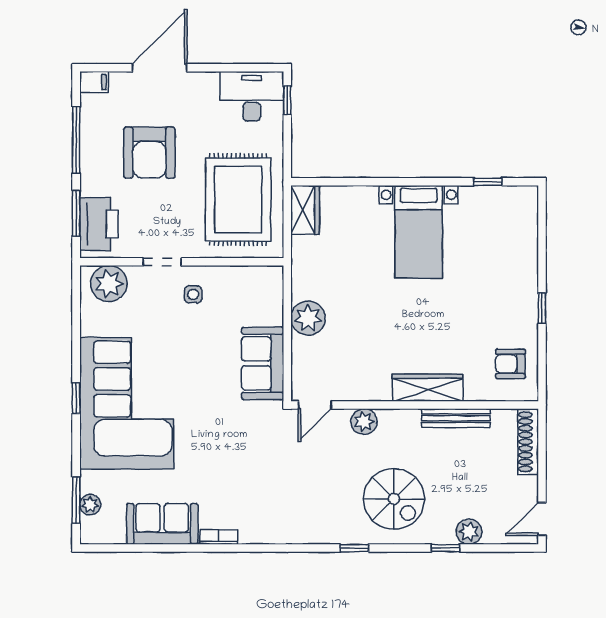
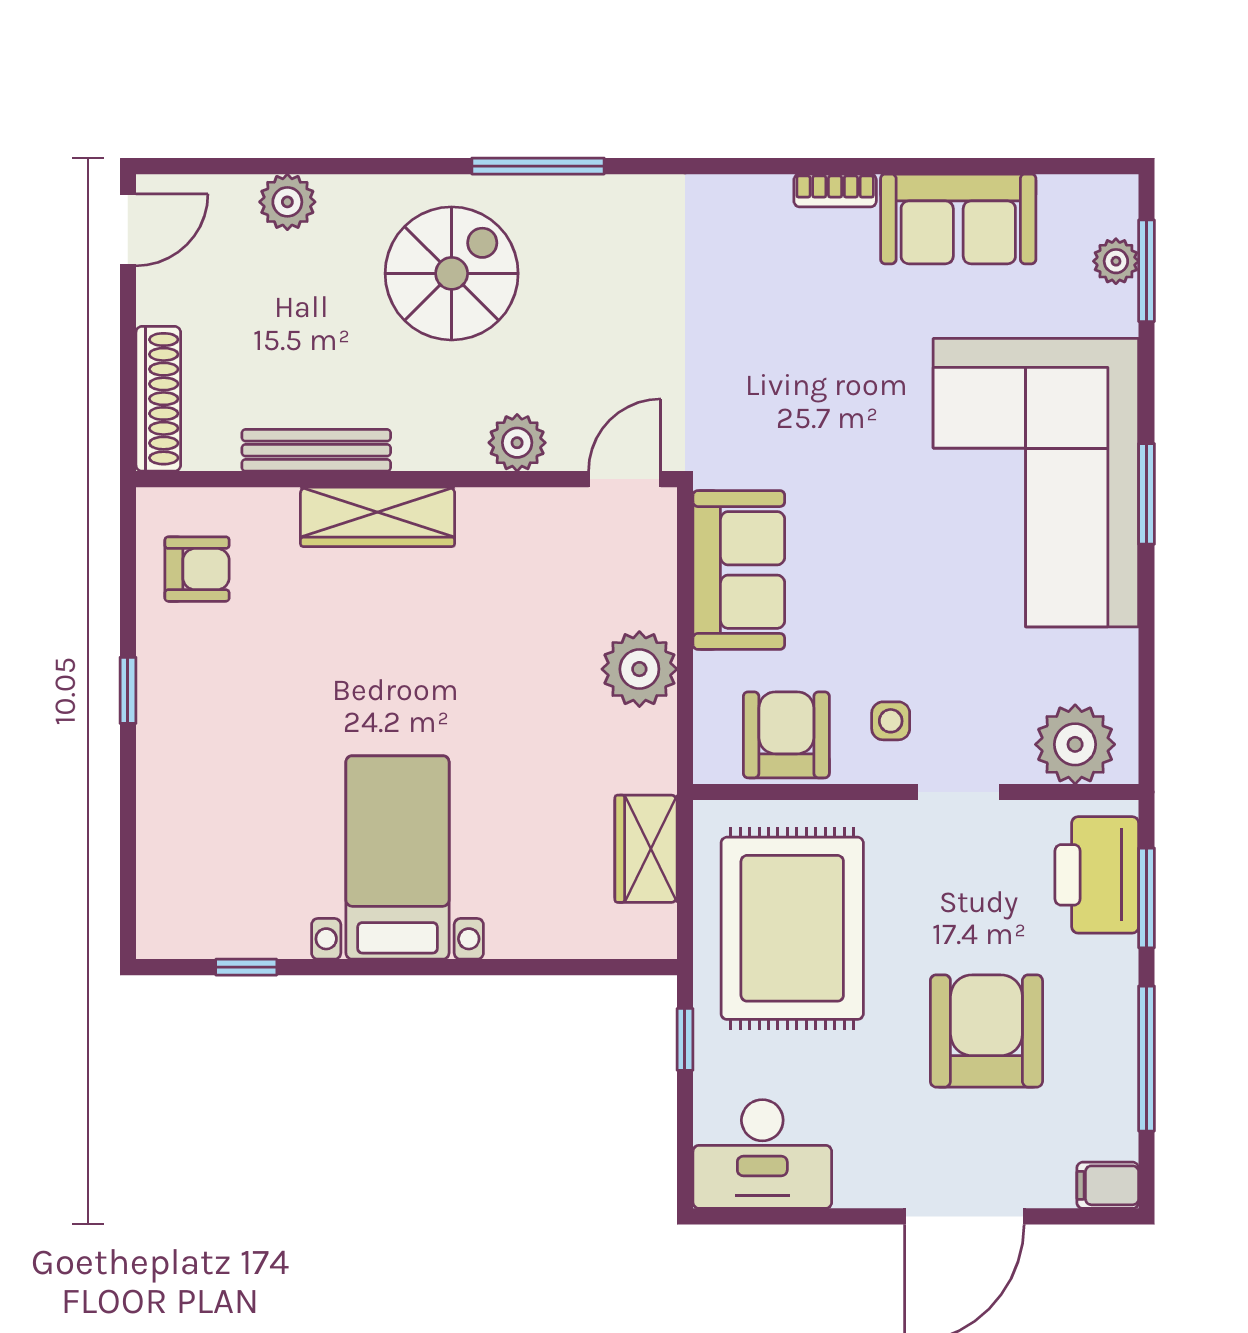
window: (287, 100) -> (685, 1039), moved
wardrobe: (305, 210) -> (646, 849), moved
armchair: (241, 288) -> (786, 735), added
window: (76, 398) -> (1147, 494), width x1.50
spiral stairs: (394, 499) -> (452, 273), turned 90
window: (354, 548) -> (538, 166), width x2.17
window: (446, 548) -> (339, 166), removed

